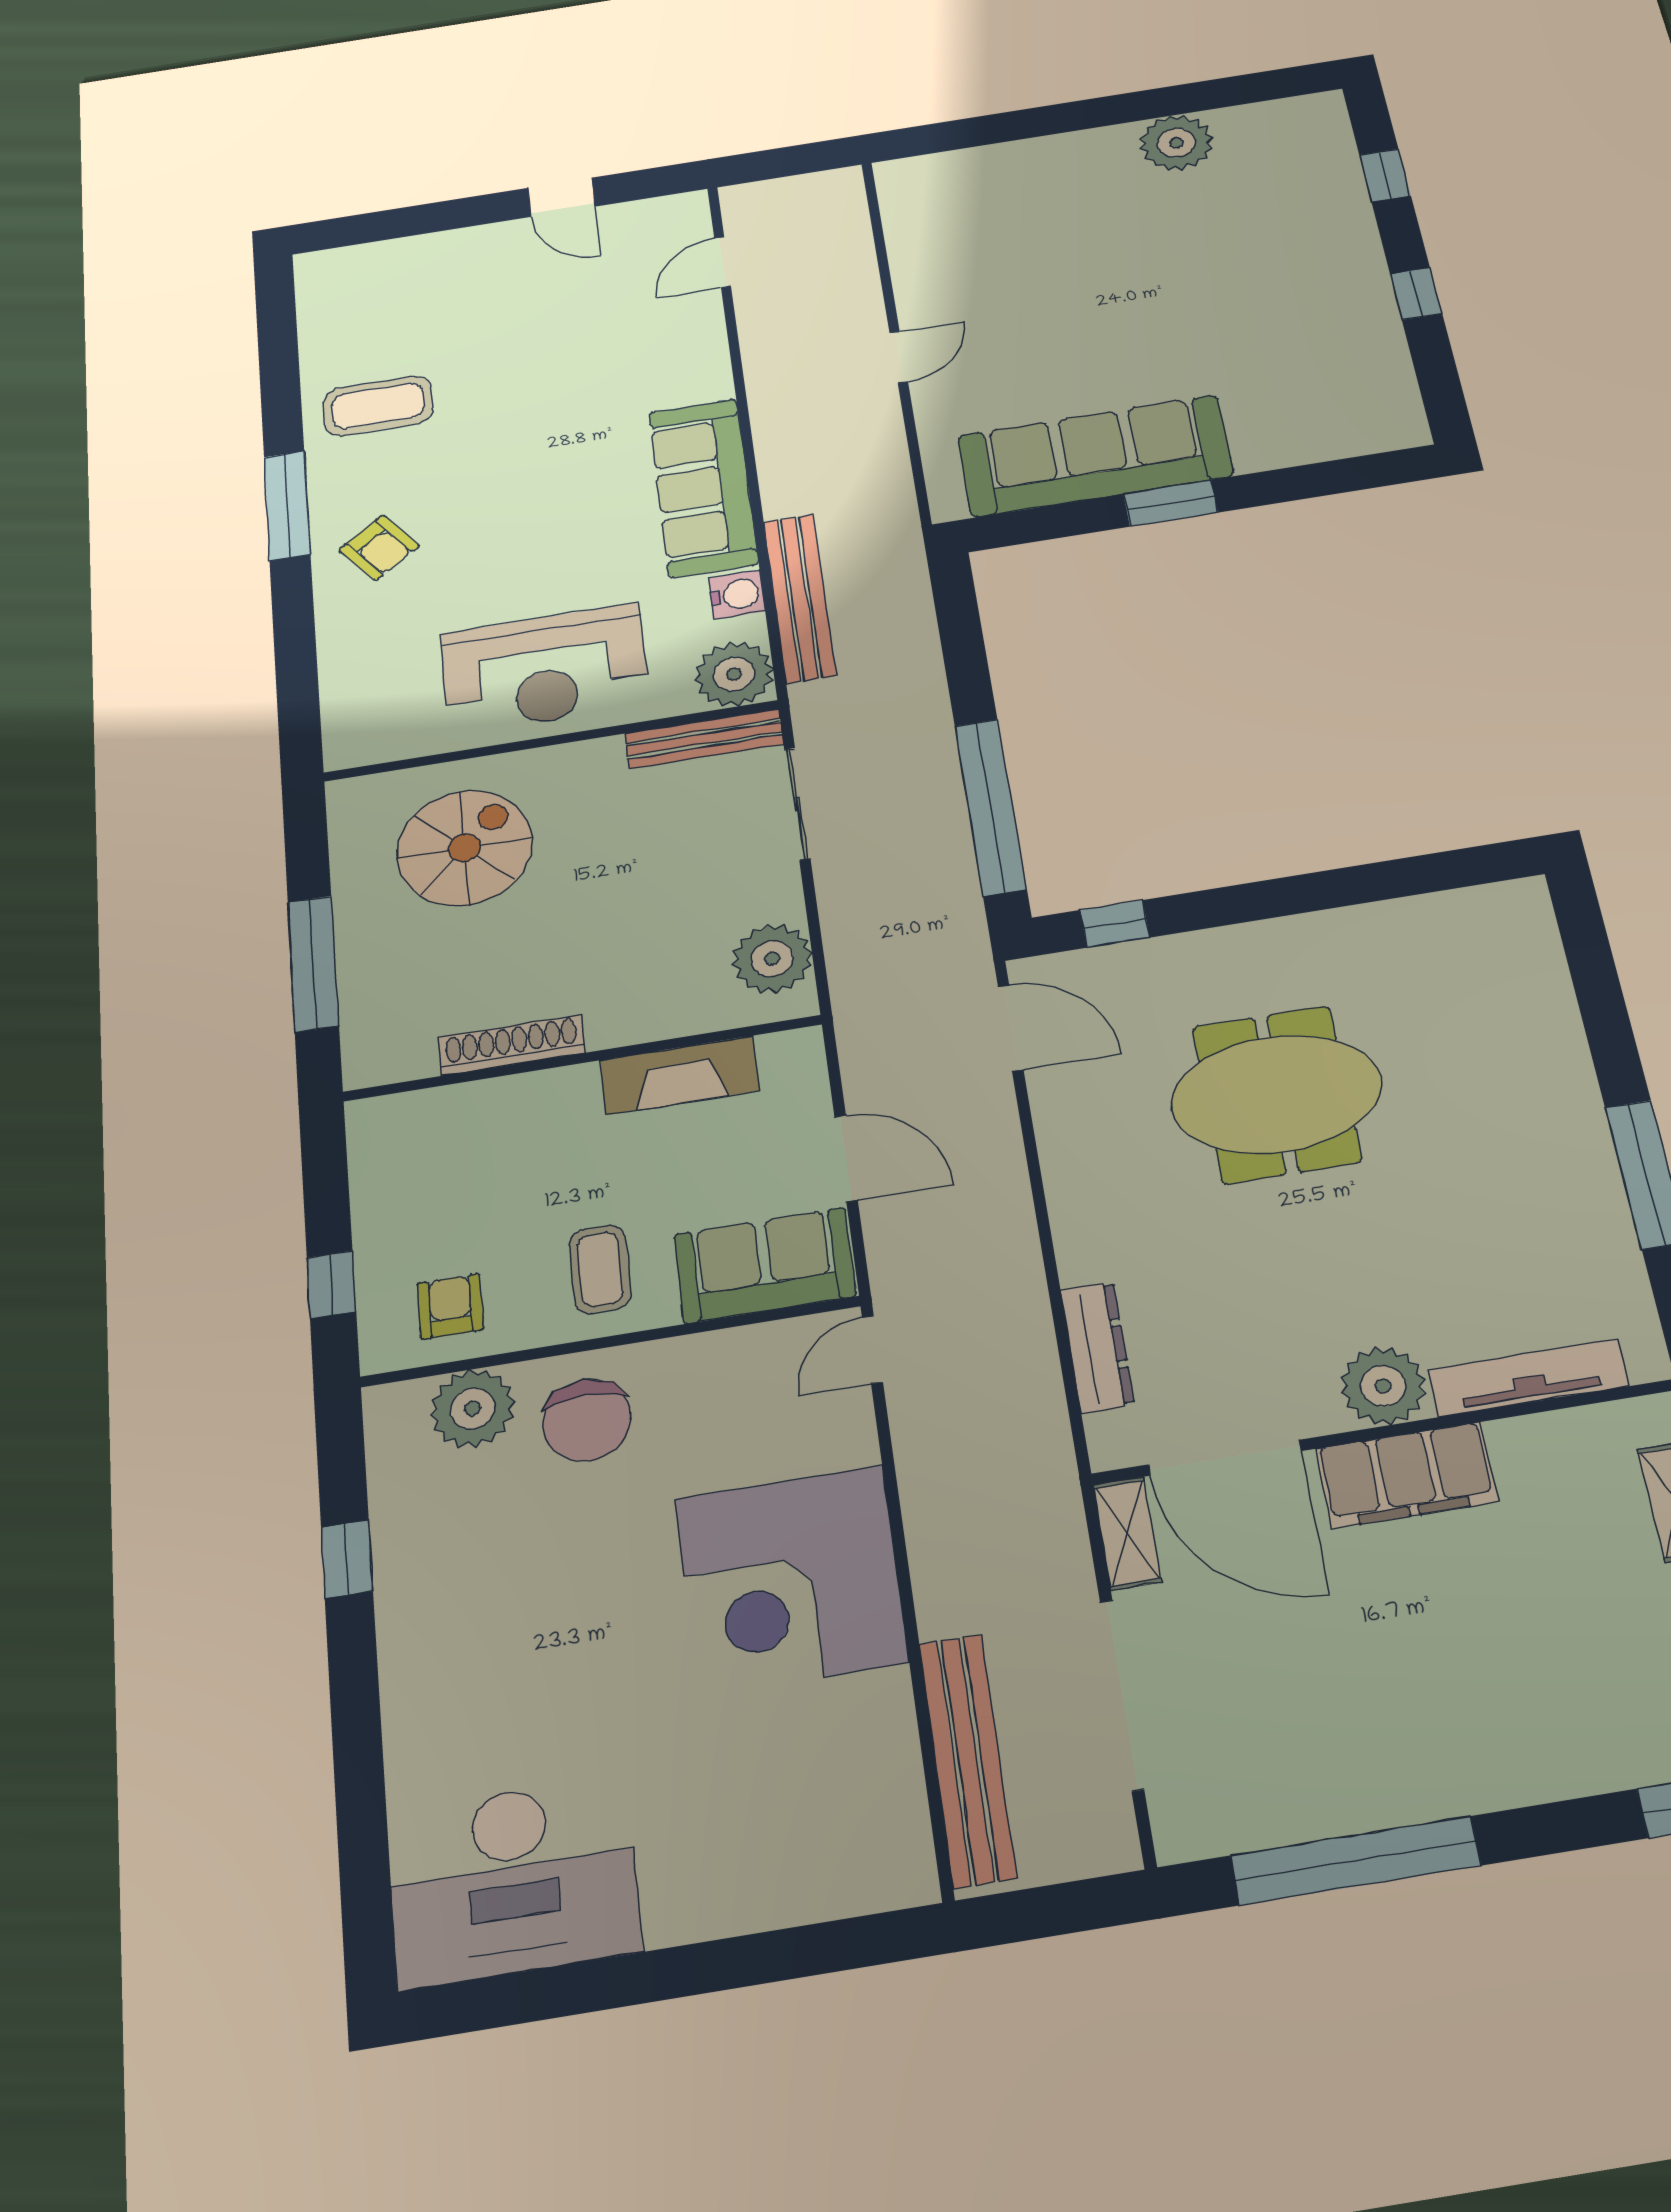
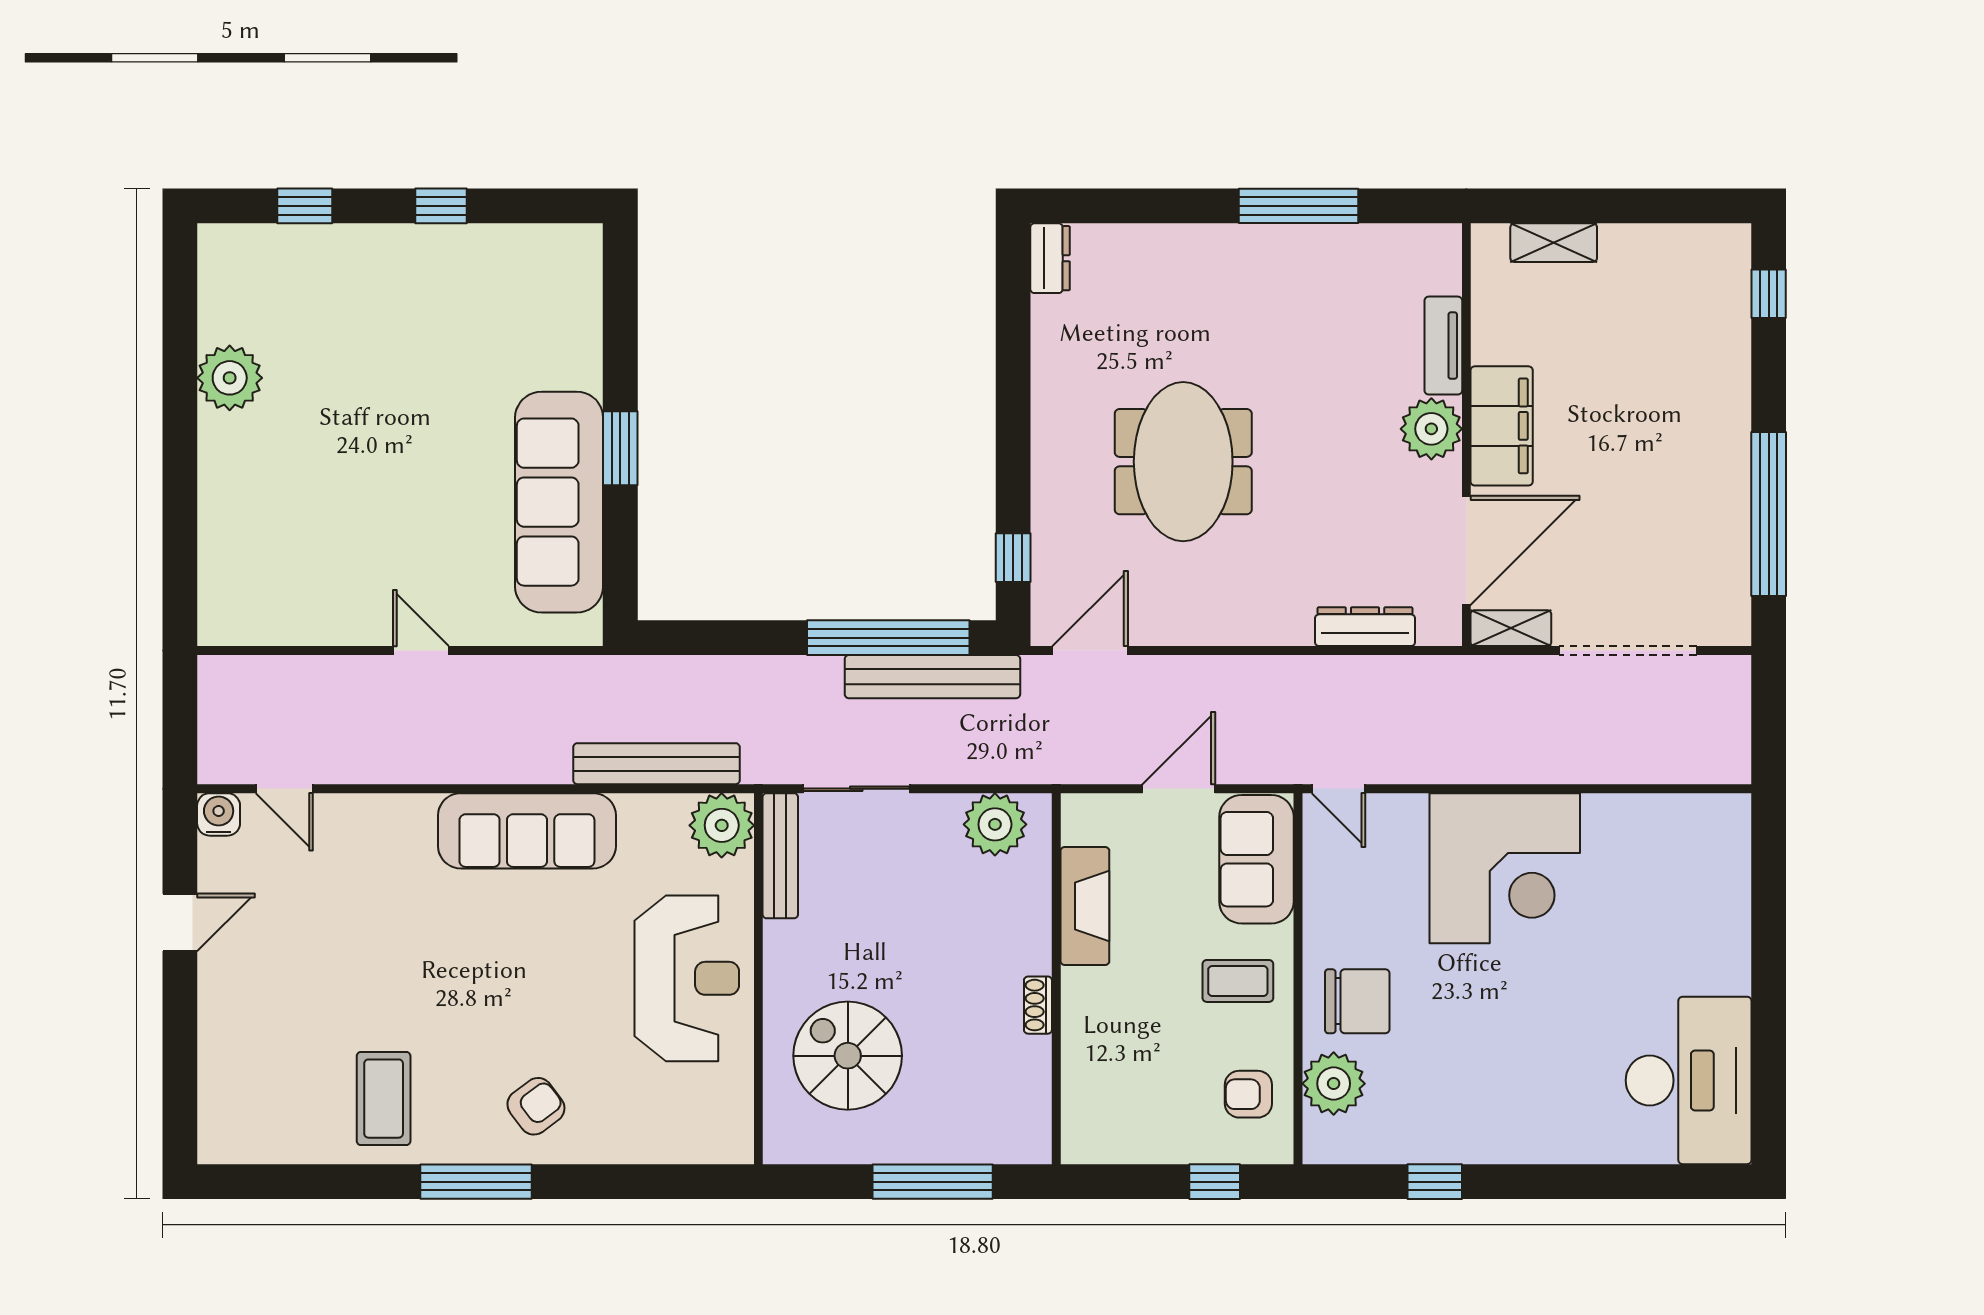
water cooler: (737, 595) -> (219, 814), moved
dresser: (1506, 902) -> (1050, 258), added
shoe rack: (511, 1045) -> (1038, 1005), width x0.51, depth x0.81
tv unit: (1529, 1378) -> (1443, 346), width x0.71
bench: (967, 1760) -> (932, 677), moved

